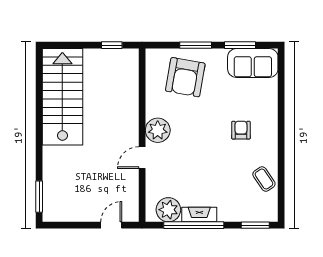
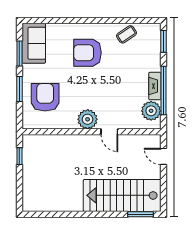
armchair: (185, 77) -> (45, 97), turned -100
stairs: (62, 97) -> (122, 195), moved
armchair: (241, 130) -> (87, 53), width x1.88, depth x1.88

